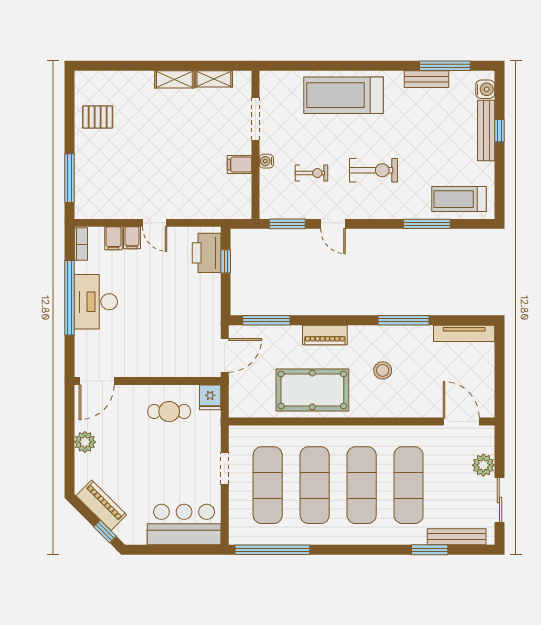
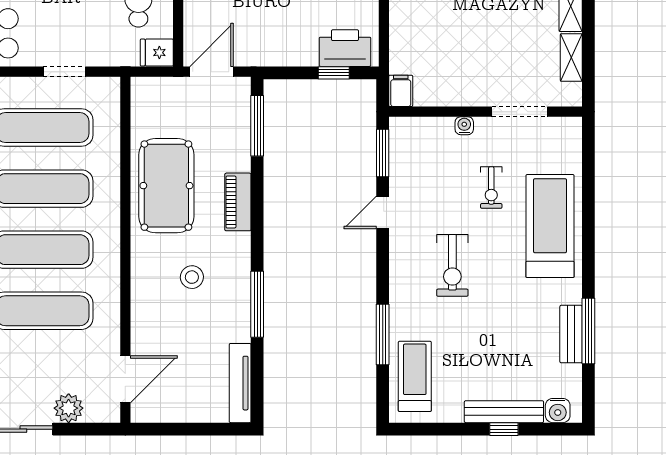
window: (445, 66) -> (588, 331), moved
filing cabinet: (240, 165) -> (401, 91), moved
exercise bike: (312, 173) -> (491, 188), moved
door: (225, 355) -> (211, 72), swing flipped

